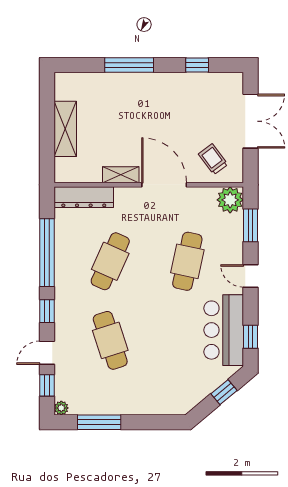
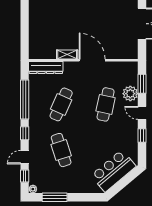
shelving: (65, 129) -> (35, 28), removed
trolley: (213, 159) -> (120, 46), removed
plant: (230, 200) -> (130, 94), moved
bar counter: (224, 330) -> (113, 171), moved, turned 50
window: (251, 337) -> (142, 135), moved
window: (224, 392) -> (127, 180), removed

